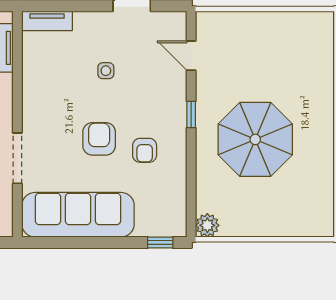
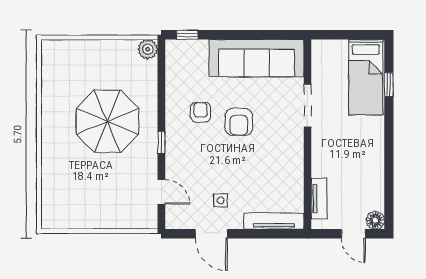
tv unit: (47, 21) -> (274, 221), width x1.41
side table: (106, 71) -> (221, 200), moved

